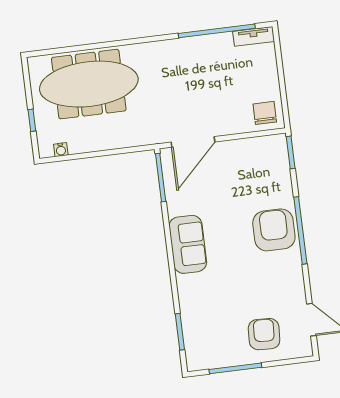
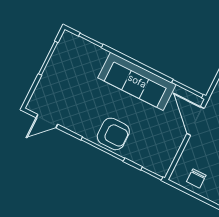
chair: (265, 113) -> (196, 178), moved, turned 90
sofa: (188, 244) -> (137, 81), width x1.85, depth x1.27
armchair: (264, 334) -> (57, 88), removed

